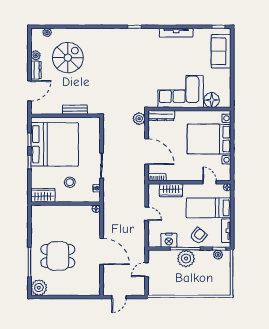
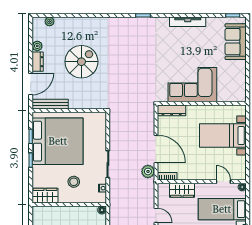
spiral stairs: (68, 58) -> (81, 62), moved
floor lamp: (212, 100) -> (226, 94), removed
bench: (75, 110) -> (50, 104), moved, width x1.36
plant: (139, 119) -> (148, 171), moved
bed with nightstands: (209, 139) -> (223, 136), width x0.73

